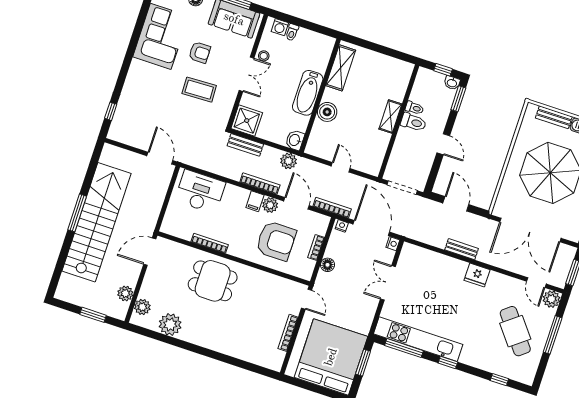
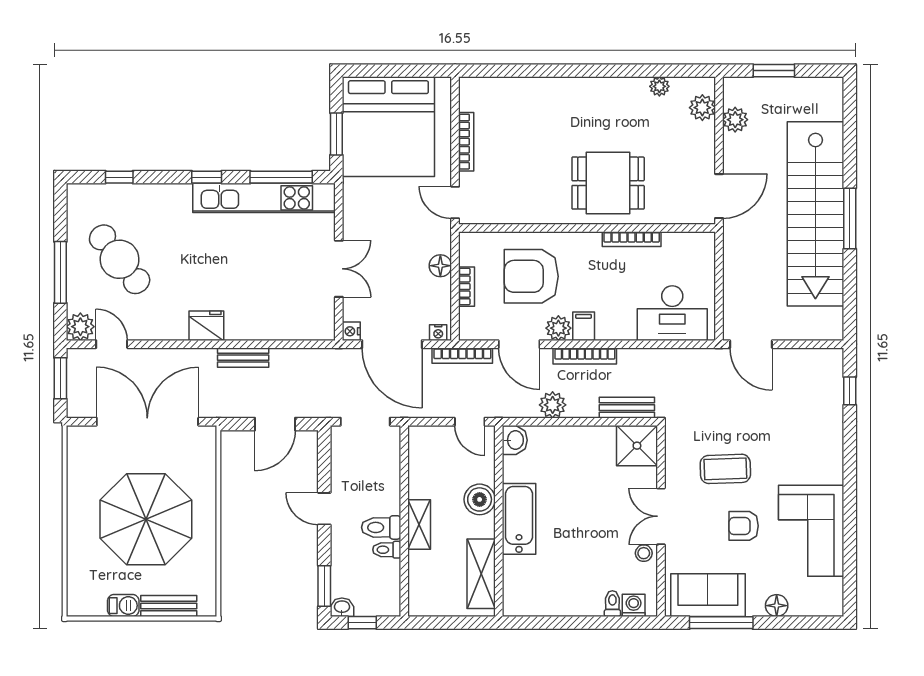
shelving: (341, 68) -> (481, 574), moved
bathtub: (308, 93) -> (519, 519), moved
wall: (320, 96) -> (499, 521), moved
boiler: (327, 112) -> (480, 499), moved
washbasin: (295, 140) -> (515, 440), moved
door: (456, 204) -> (275, 424), hinge flipped
plant: (170, 324) -> (659, 86), width x0.53, depth x0.53

